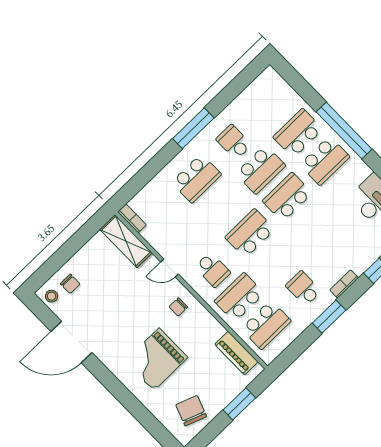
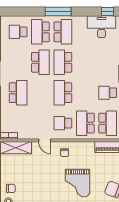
window: (344, 131) -> (58, 12), width x0.68
school desk: (234, 142) -> (18, 32), moved
door: (170, 268) -> (45, 140), hinge flipped
school desk: (213, 270) -> (63, 123), turned 180

